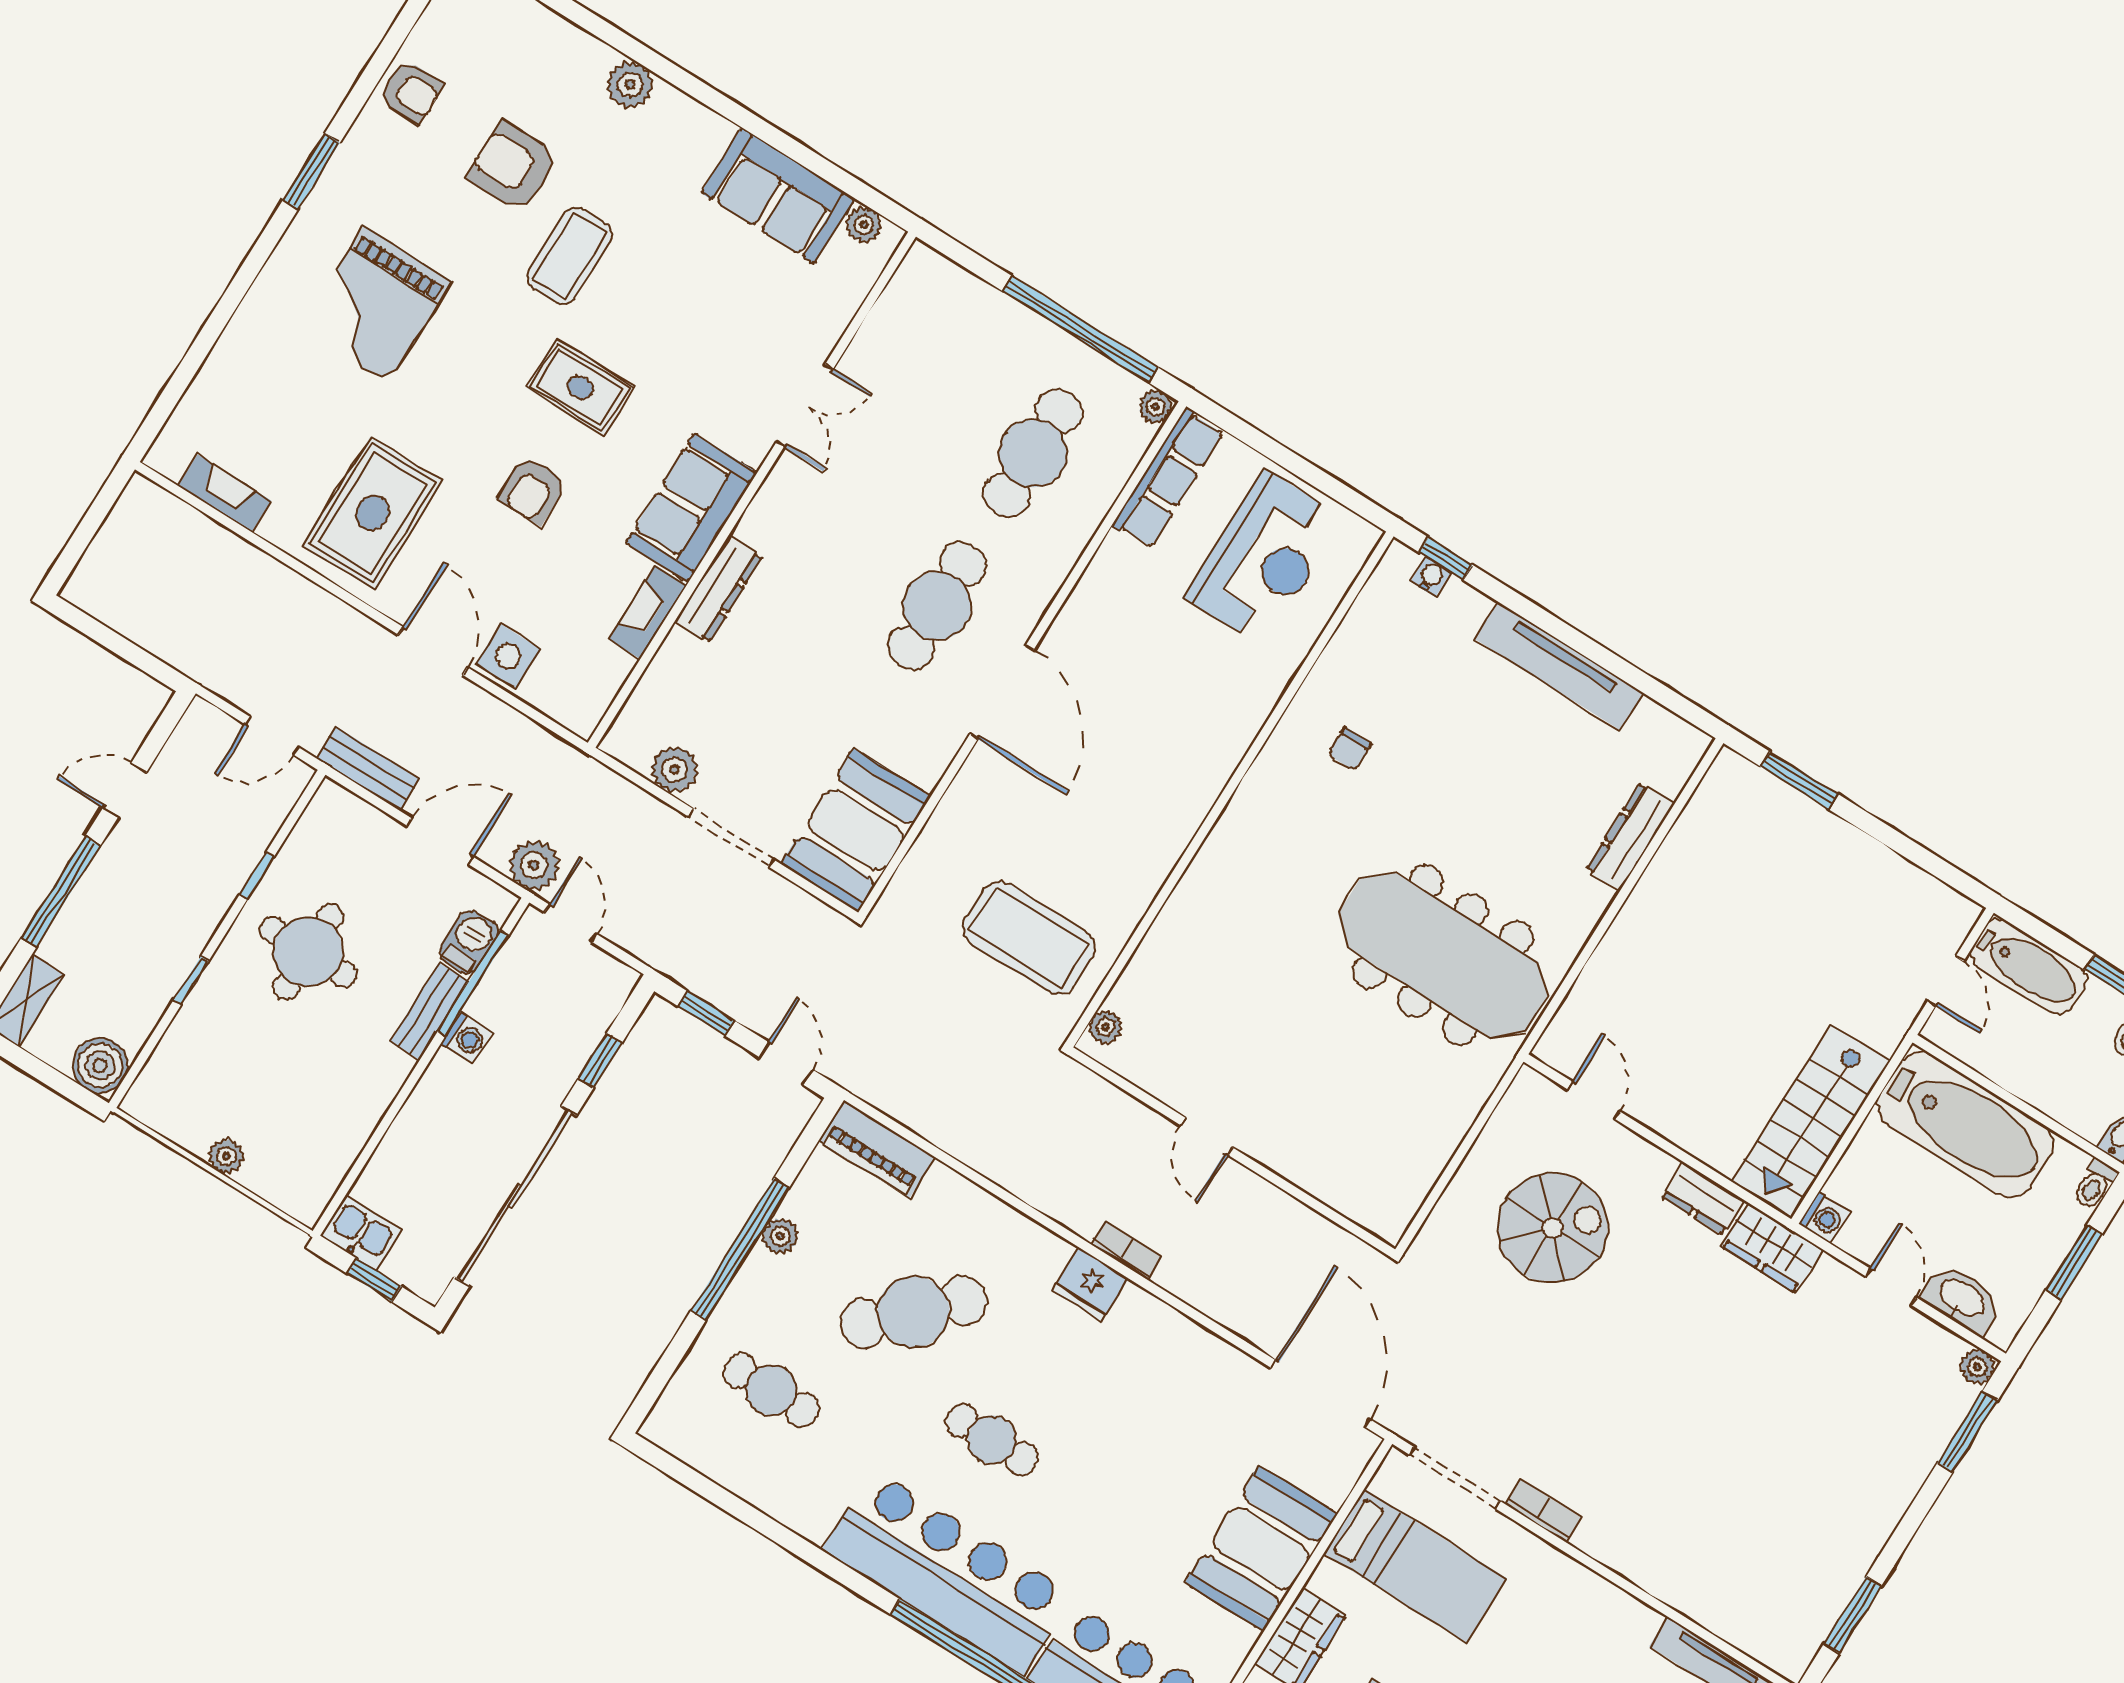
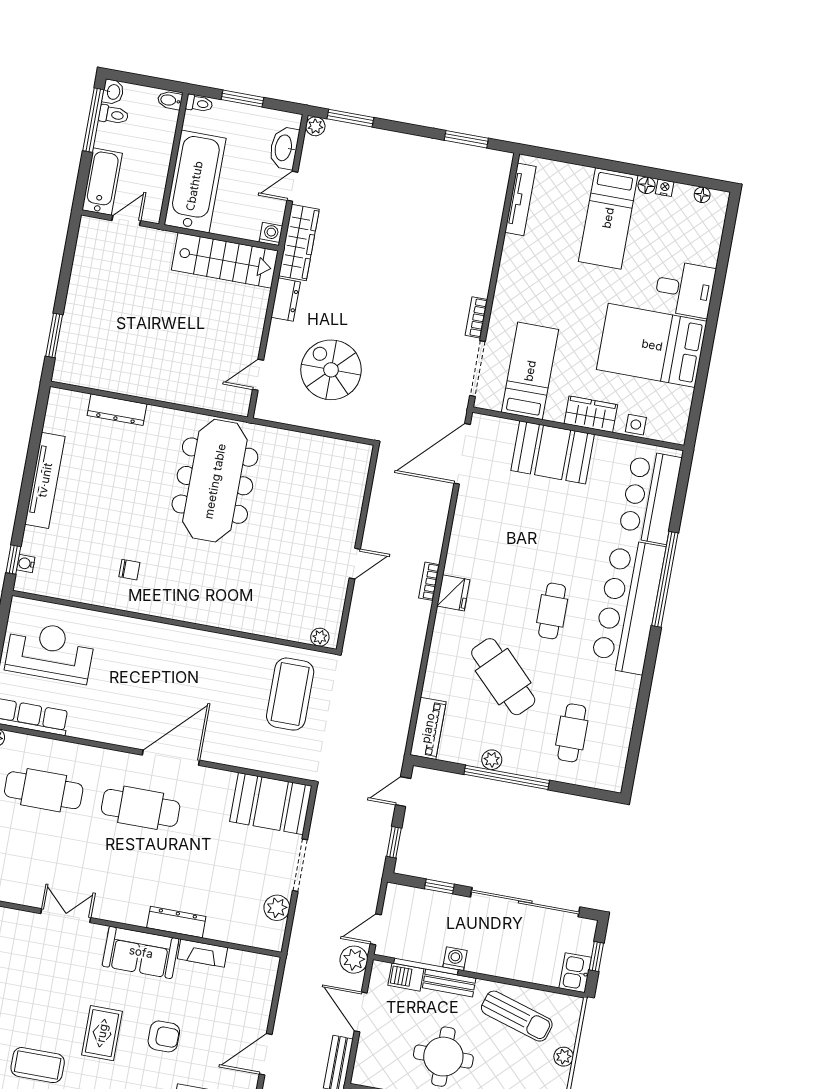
side table: (508, 656) -> (253, 1015), removed
sun lounger: (327, 1104) -> (517, 1016), added
wardrobe: (1772, 1248) -> (299, 243), width x1.50

